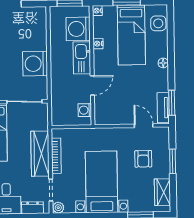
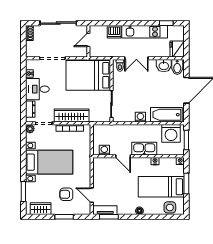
washing machine: (78, 29) -> (171, 133), moved, turned 180
bathtub: (37, 30) -> (166, 115), added
washing machine: (35, 64) -> (140, 117), width x0.53, depth x0.53
door: (144, 126) -> (92, 195), swing flipped

